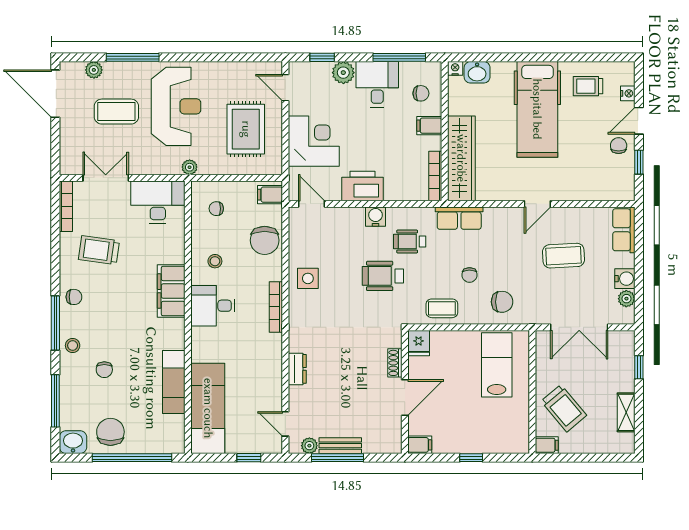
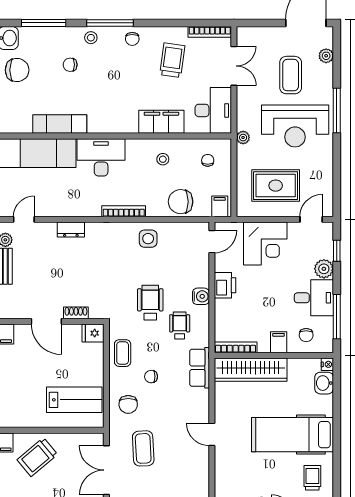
window: (133, 57) -> (337, 111), moved
printer: (363, 186) -> (225, 285), width x0.73, depth x0.84
coffee table: (564, 256) -> (143, 448), moved
filing cabinet: (171, 291) -> (161, 122), moved
desk: (213, 306) -> (101, 157), moved, width x1.37

